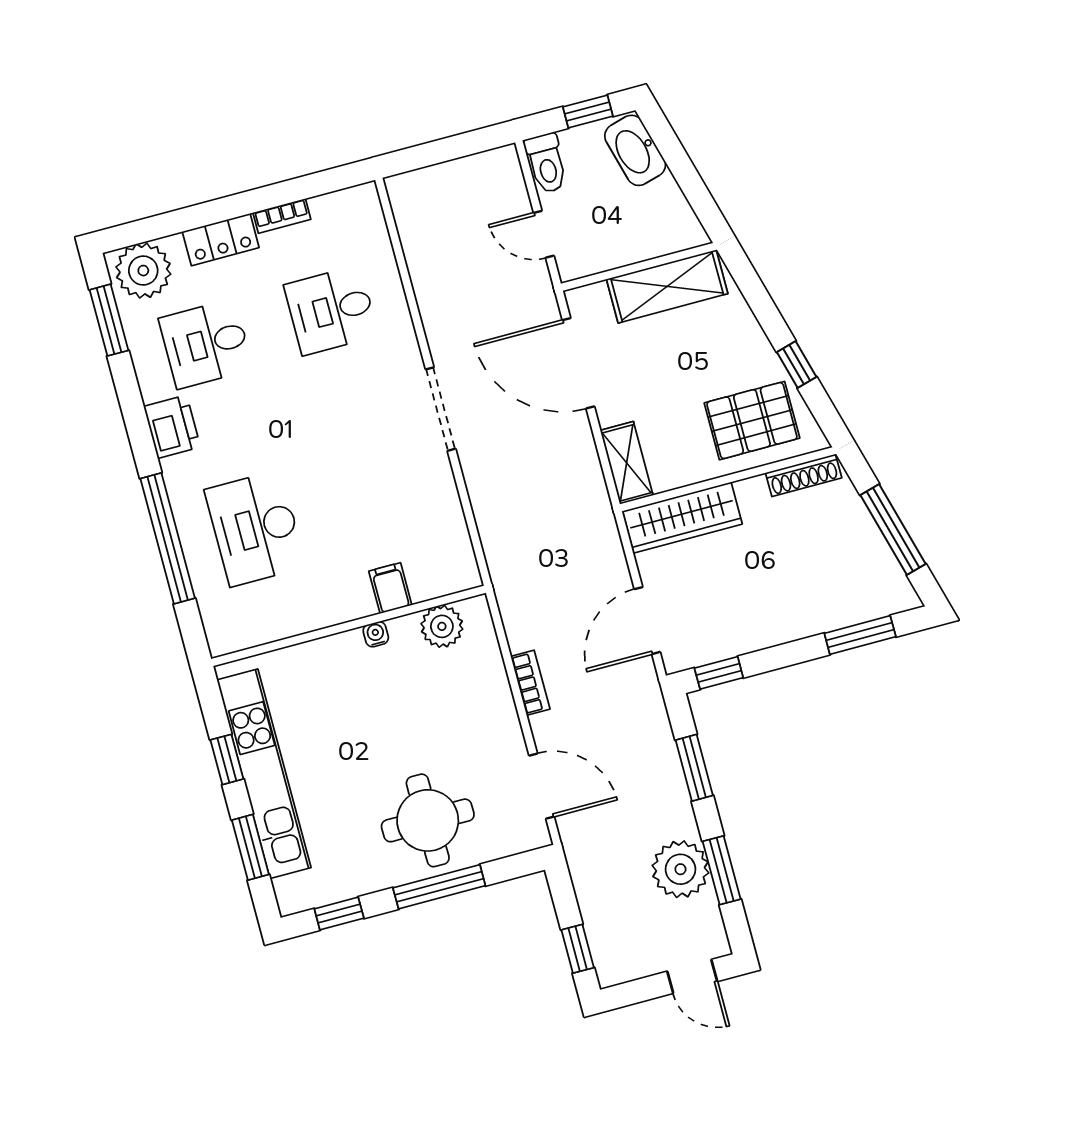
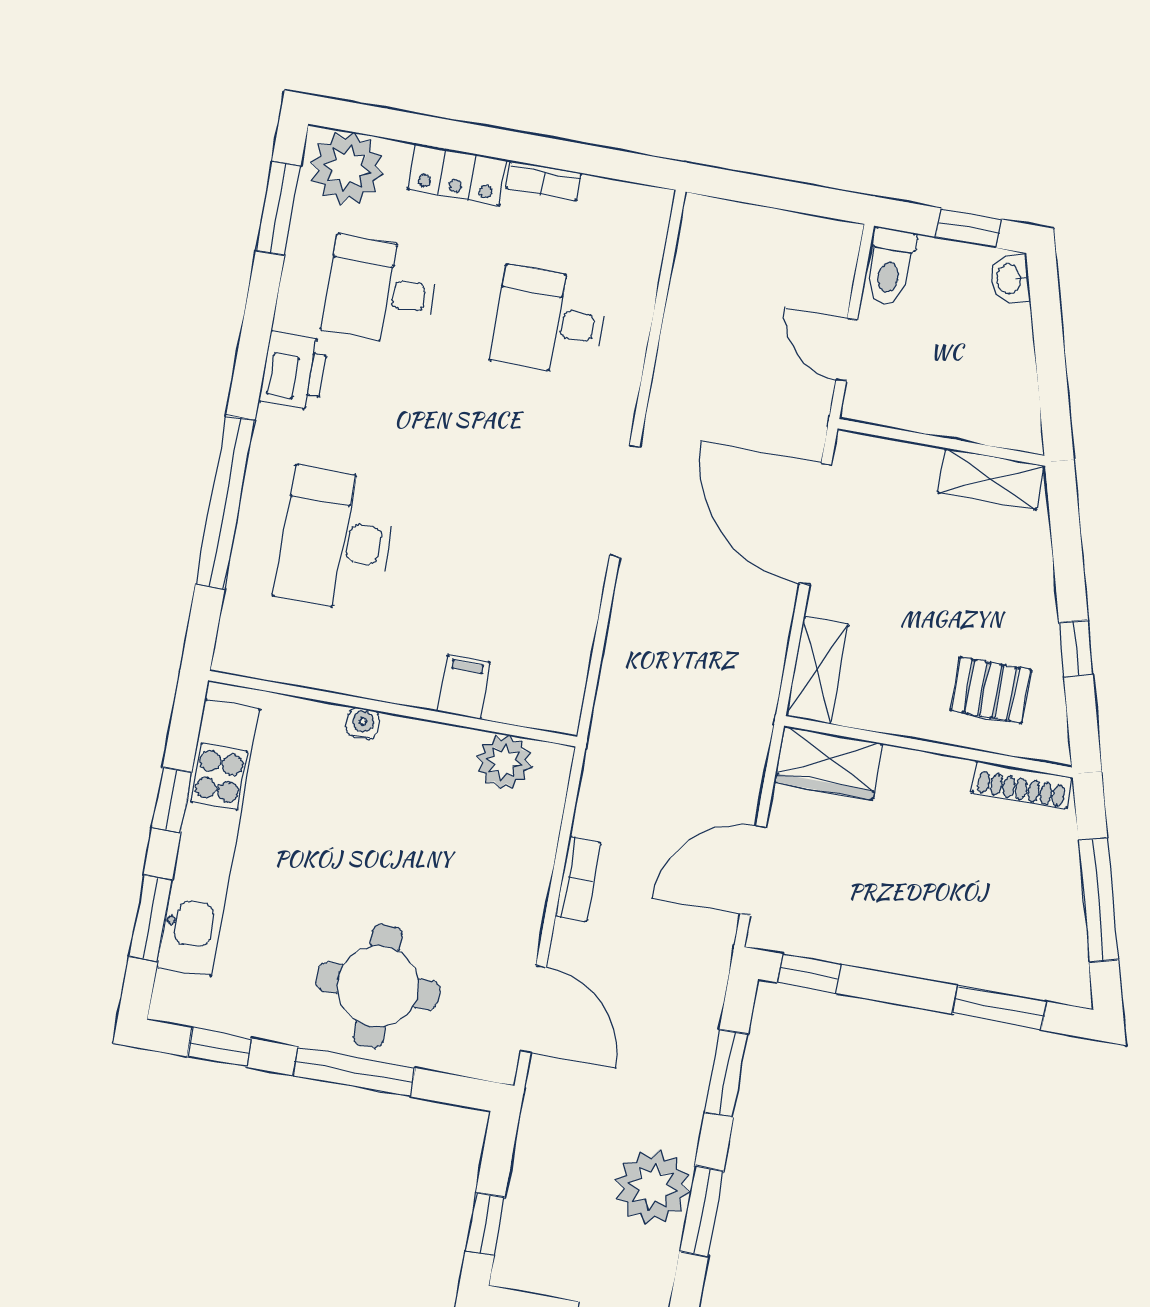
washbasin: (635, 150) -> (1010, 279), width x0.52, depth x0.69
shelving: (667, 286) -> (991, 479), width x0.67, depth x0.75
pallet: (752, 421) -> (991, 690), width x0.67, depth x0.71
wardrobe: (682, 518) -> (829, 763), width x0.67
water cooler: (376, 634) -> (363, 724), moved

